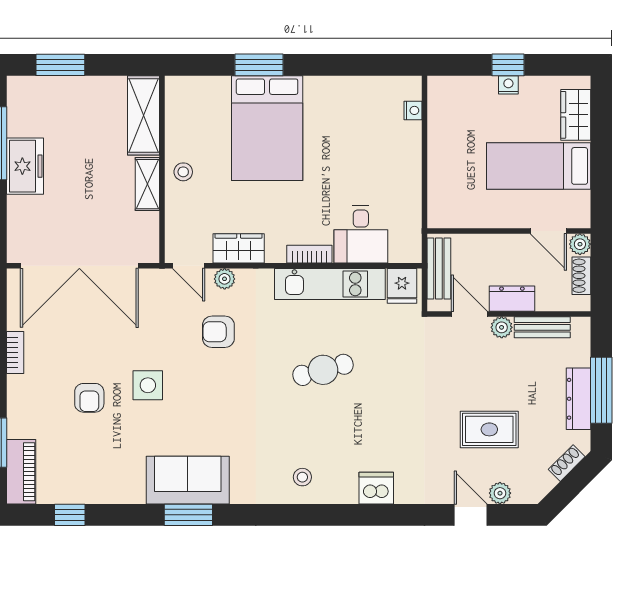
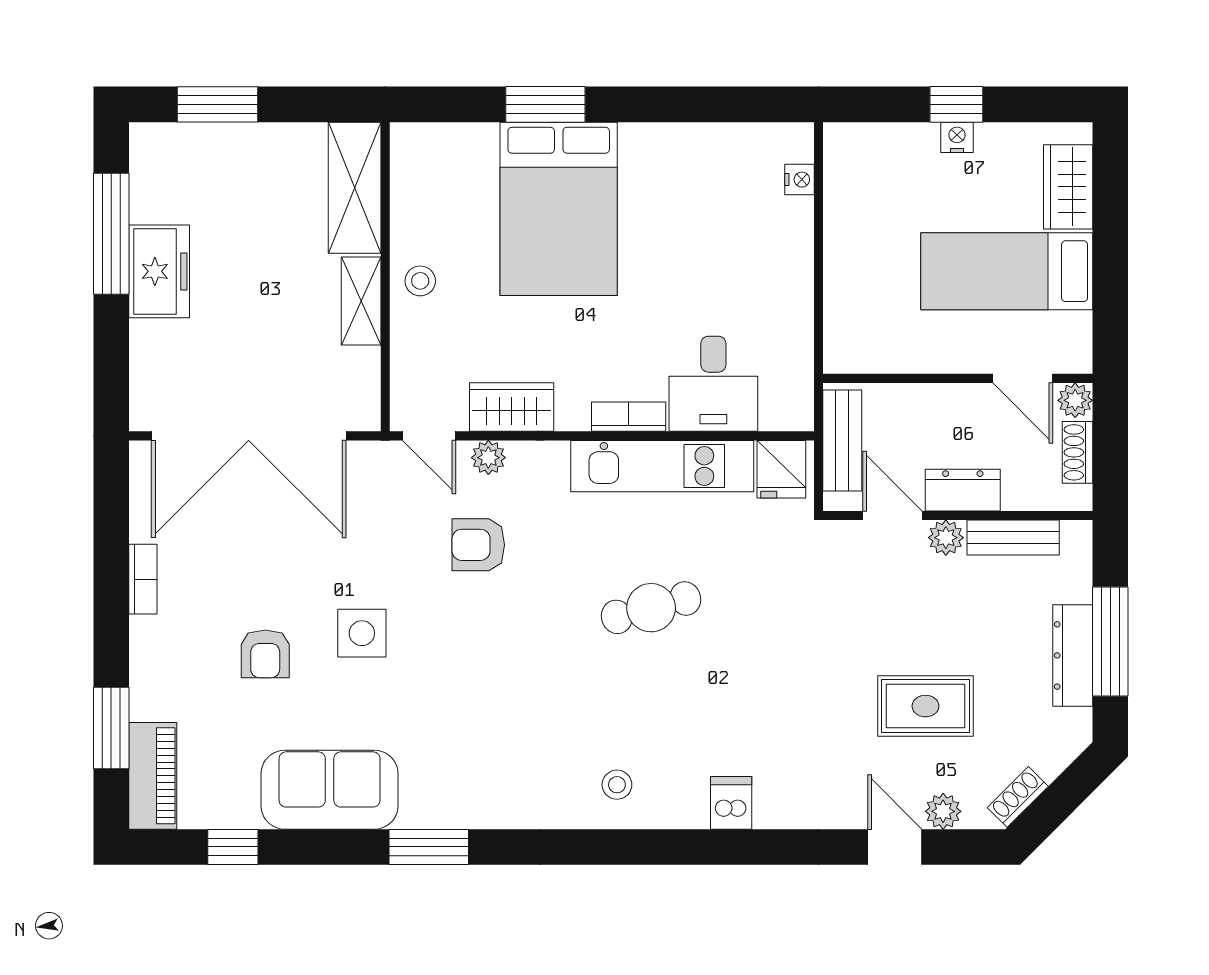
shoe rack: (567, 463) -> (1018, 797), moved
sofa: (188, 480) -> (330, 790), moved
dishwasher: (376, 488) -> (731, 803), width x0.73

